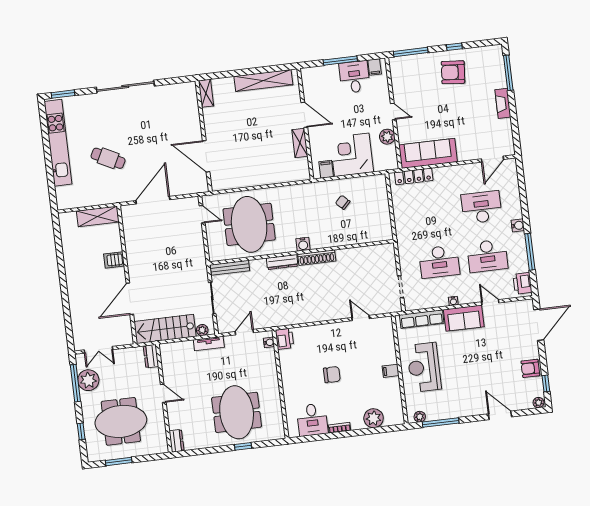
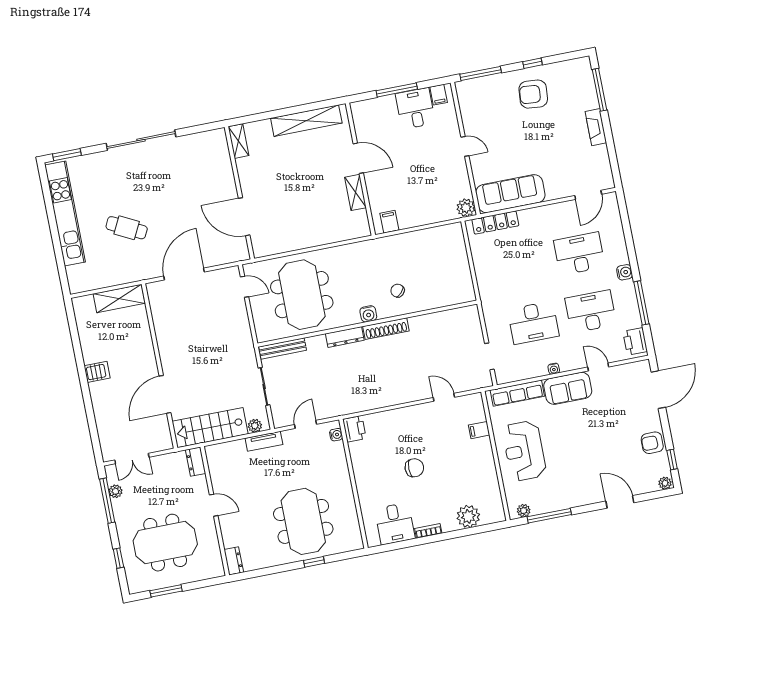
plant: (387, 137) -> (466, 208), moved
corner desk: (352, 155) -> (419, 202), removed
chair: (343, 202) -> (398, 291), moved
desk: (487, 256) -> (591, 311), turned 180
server rack: (114, 260) -> (97, 372), moved, turned 180
filing cabinet: (391, 371) -> (479, 430), moved
plant: (88, 380) -> (116, 491), width x0.53, depth x0.53

